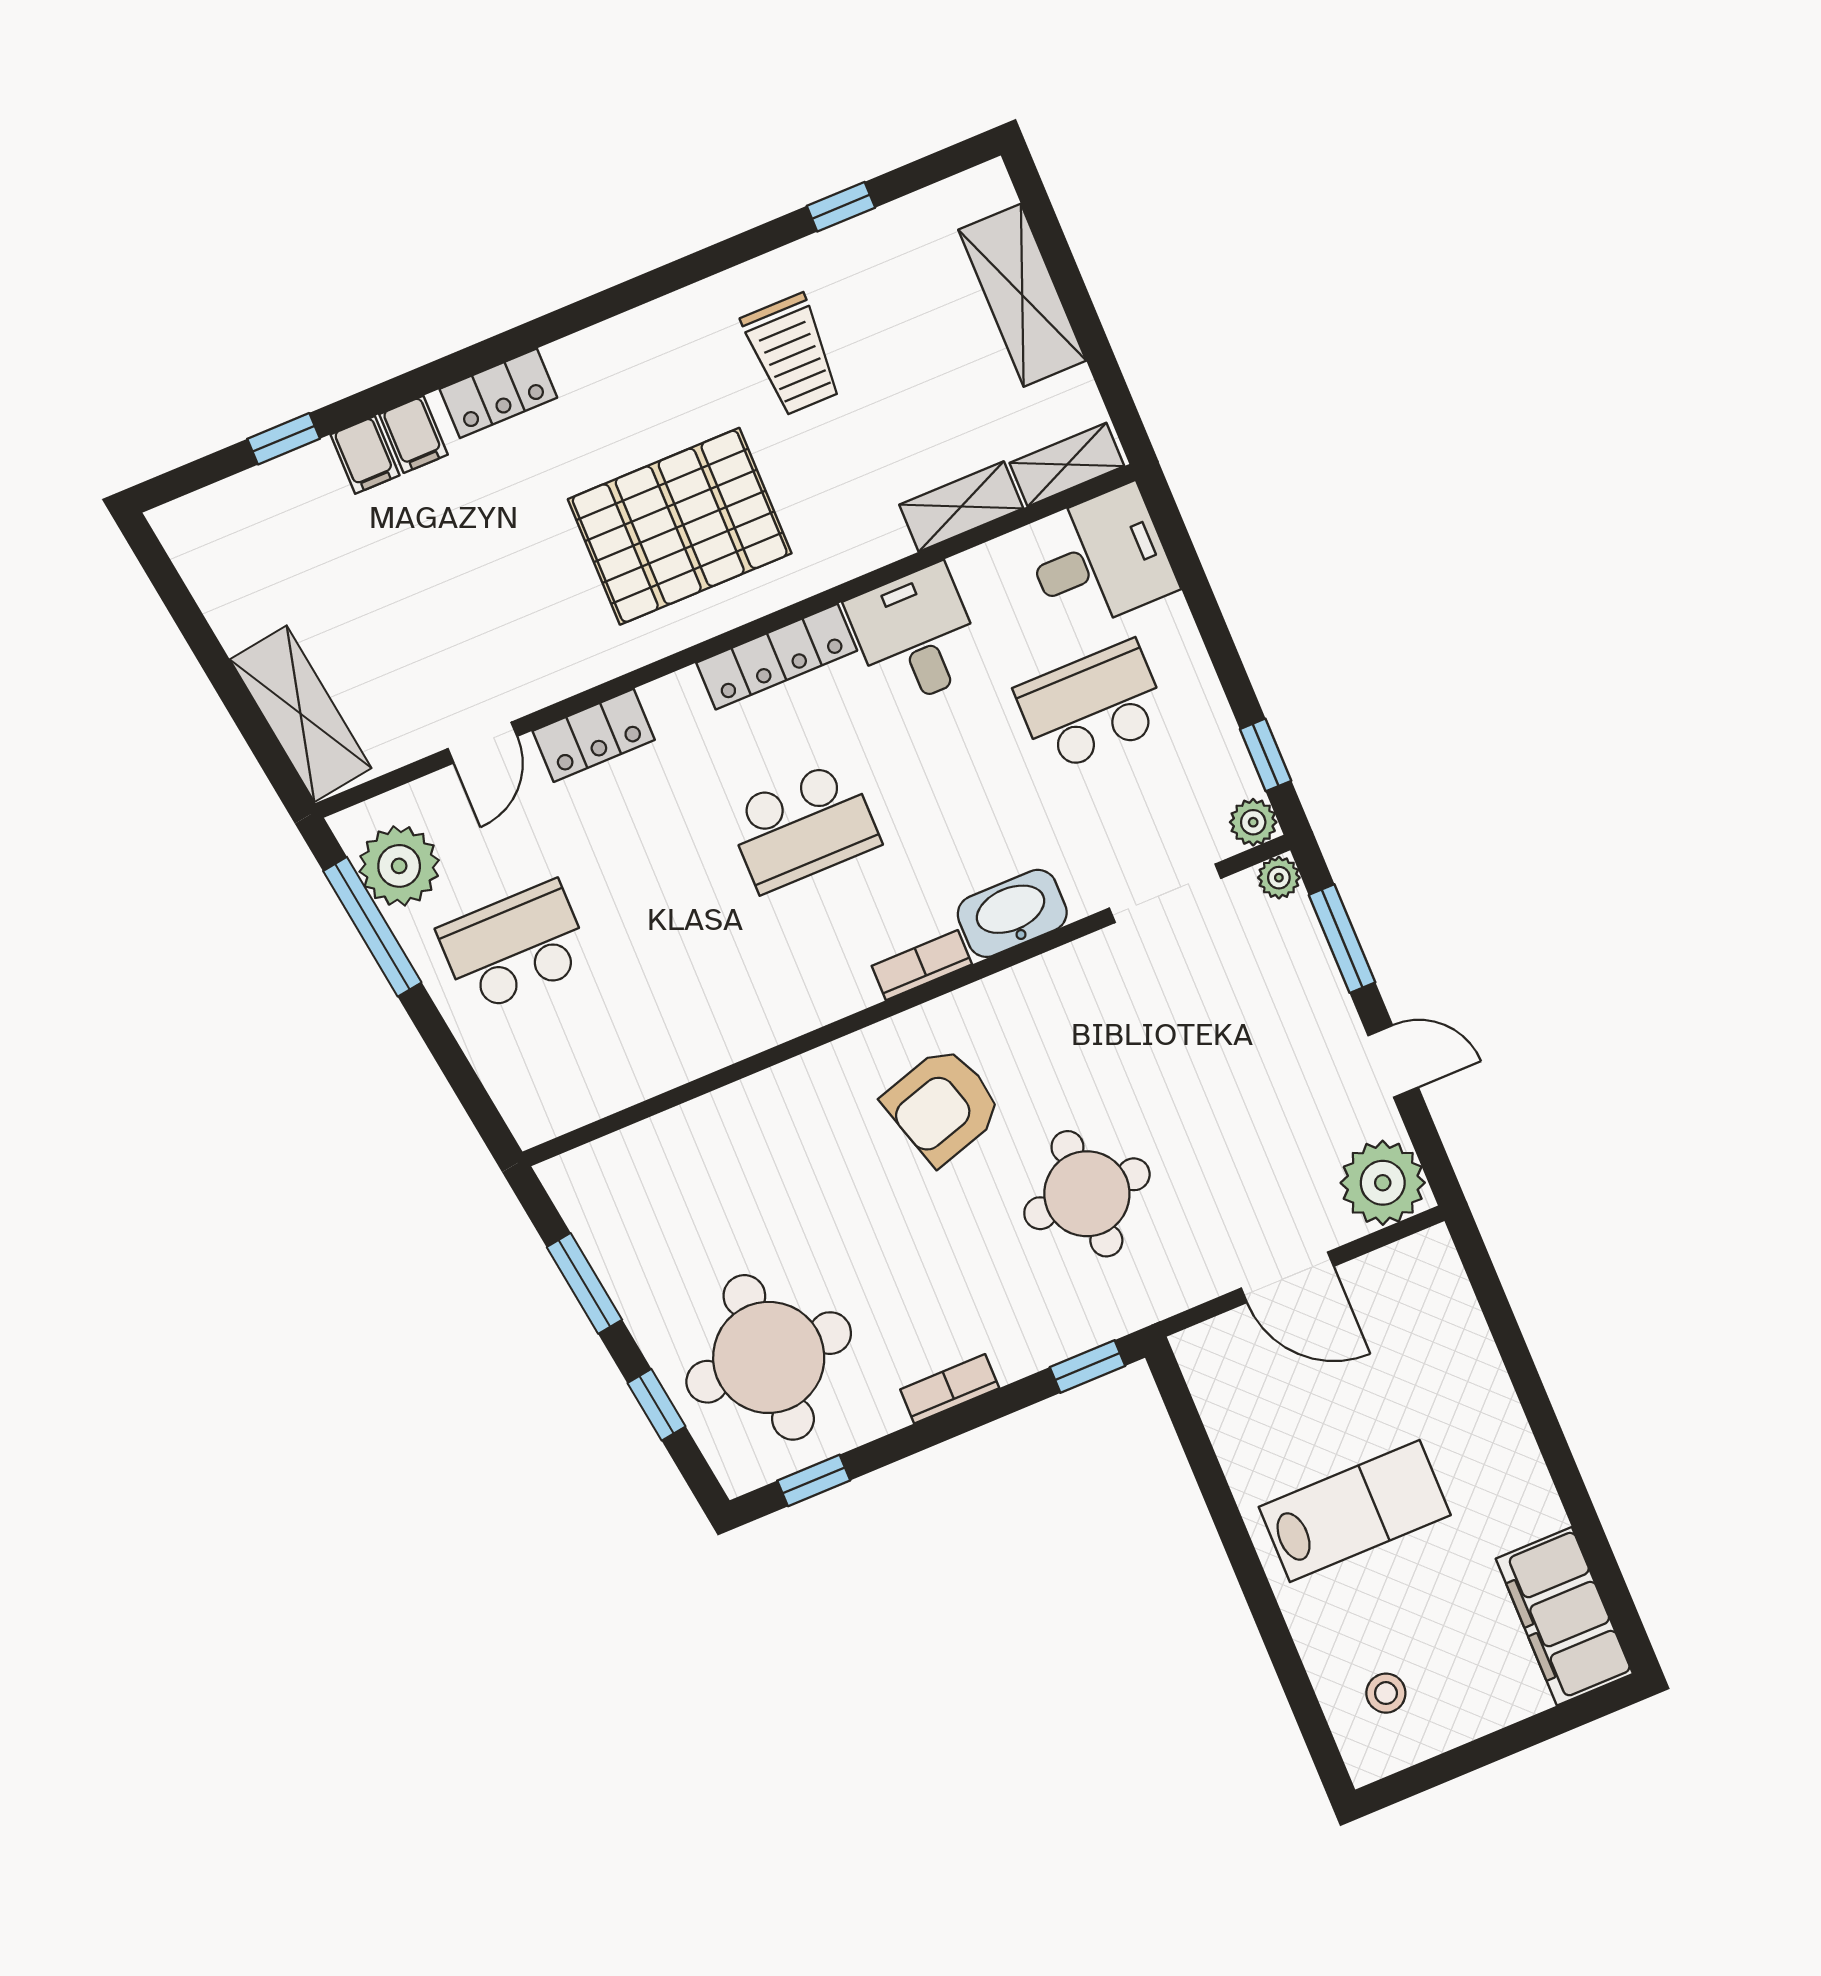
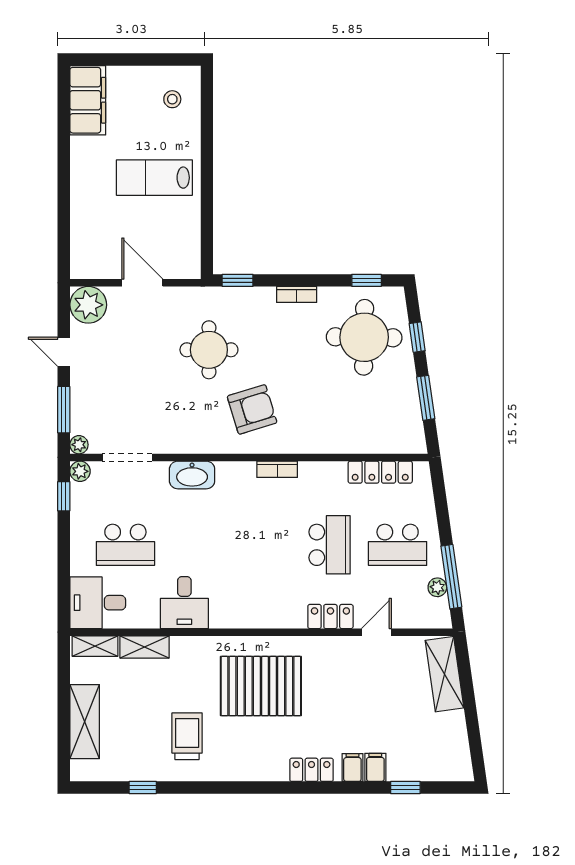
locker: (777, 657) -> (380, 472), moved, turned 180
school desk: (803, 826) -> (330, 545), moved, turned 90
plant: (399, 866) -> (437, 587), width x0.53, depth x0.53
bookcase: (922, 965) -> (277, 469), moved

